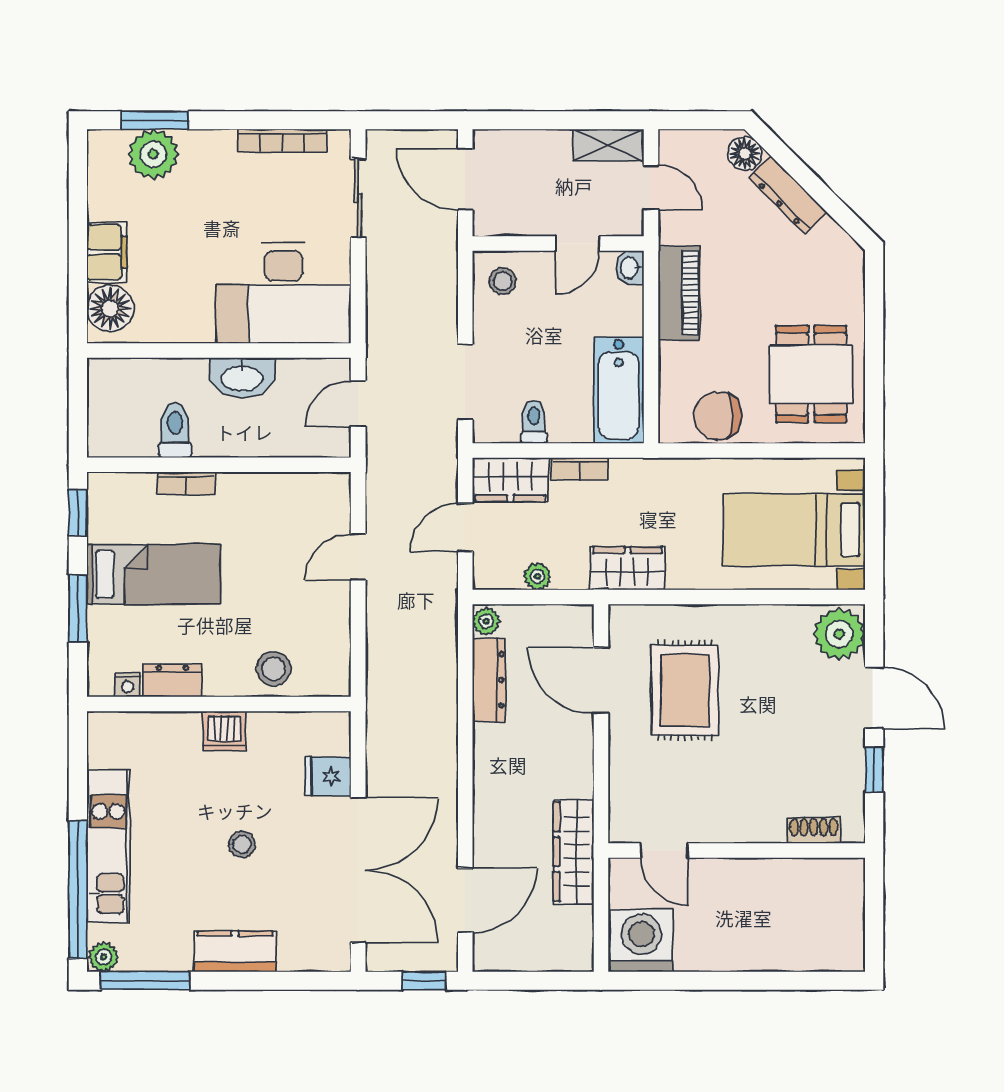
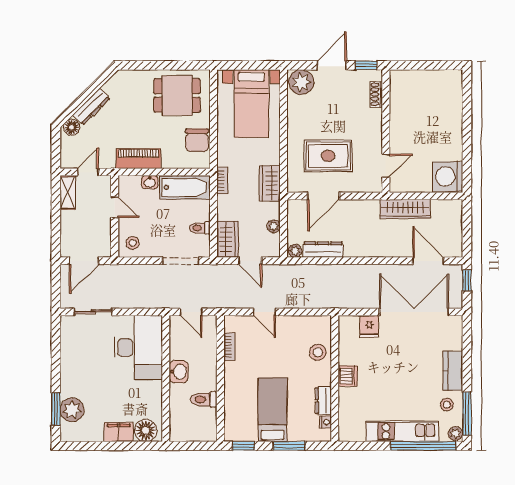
bookcase: (282, 141) -> (65, 348), removed
washbasin: (630, 268) -> (150, 182), moved
washbasin: (242, 378) -> (179, 372), width x0.72
bookcase: (580, 469) -> (222, 180), moved
bookcase: (186, 483) -> (229, 347), moved
shoe rack: (814, 830) -> (376, 94), moved
stool: (242, 844) -> (447, 405), moved
door: (664, 850) -> (386, 166), moved
wall: (737, 850) -> (386, 131), moved

